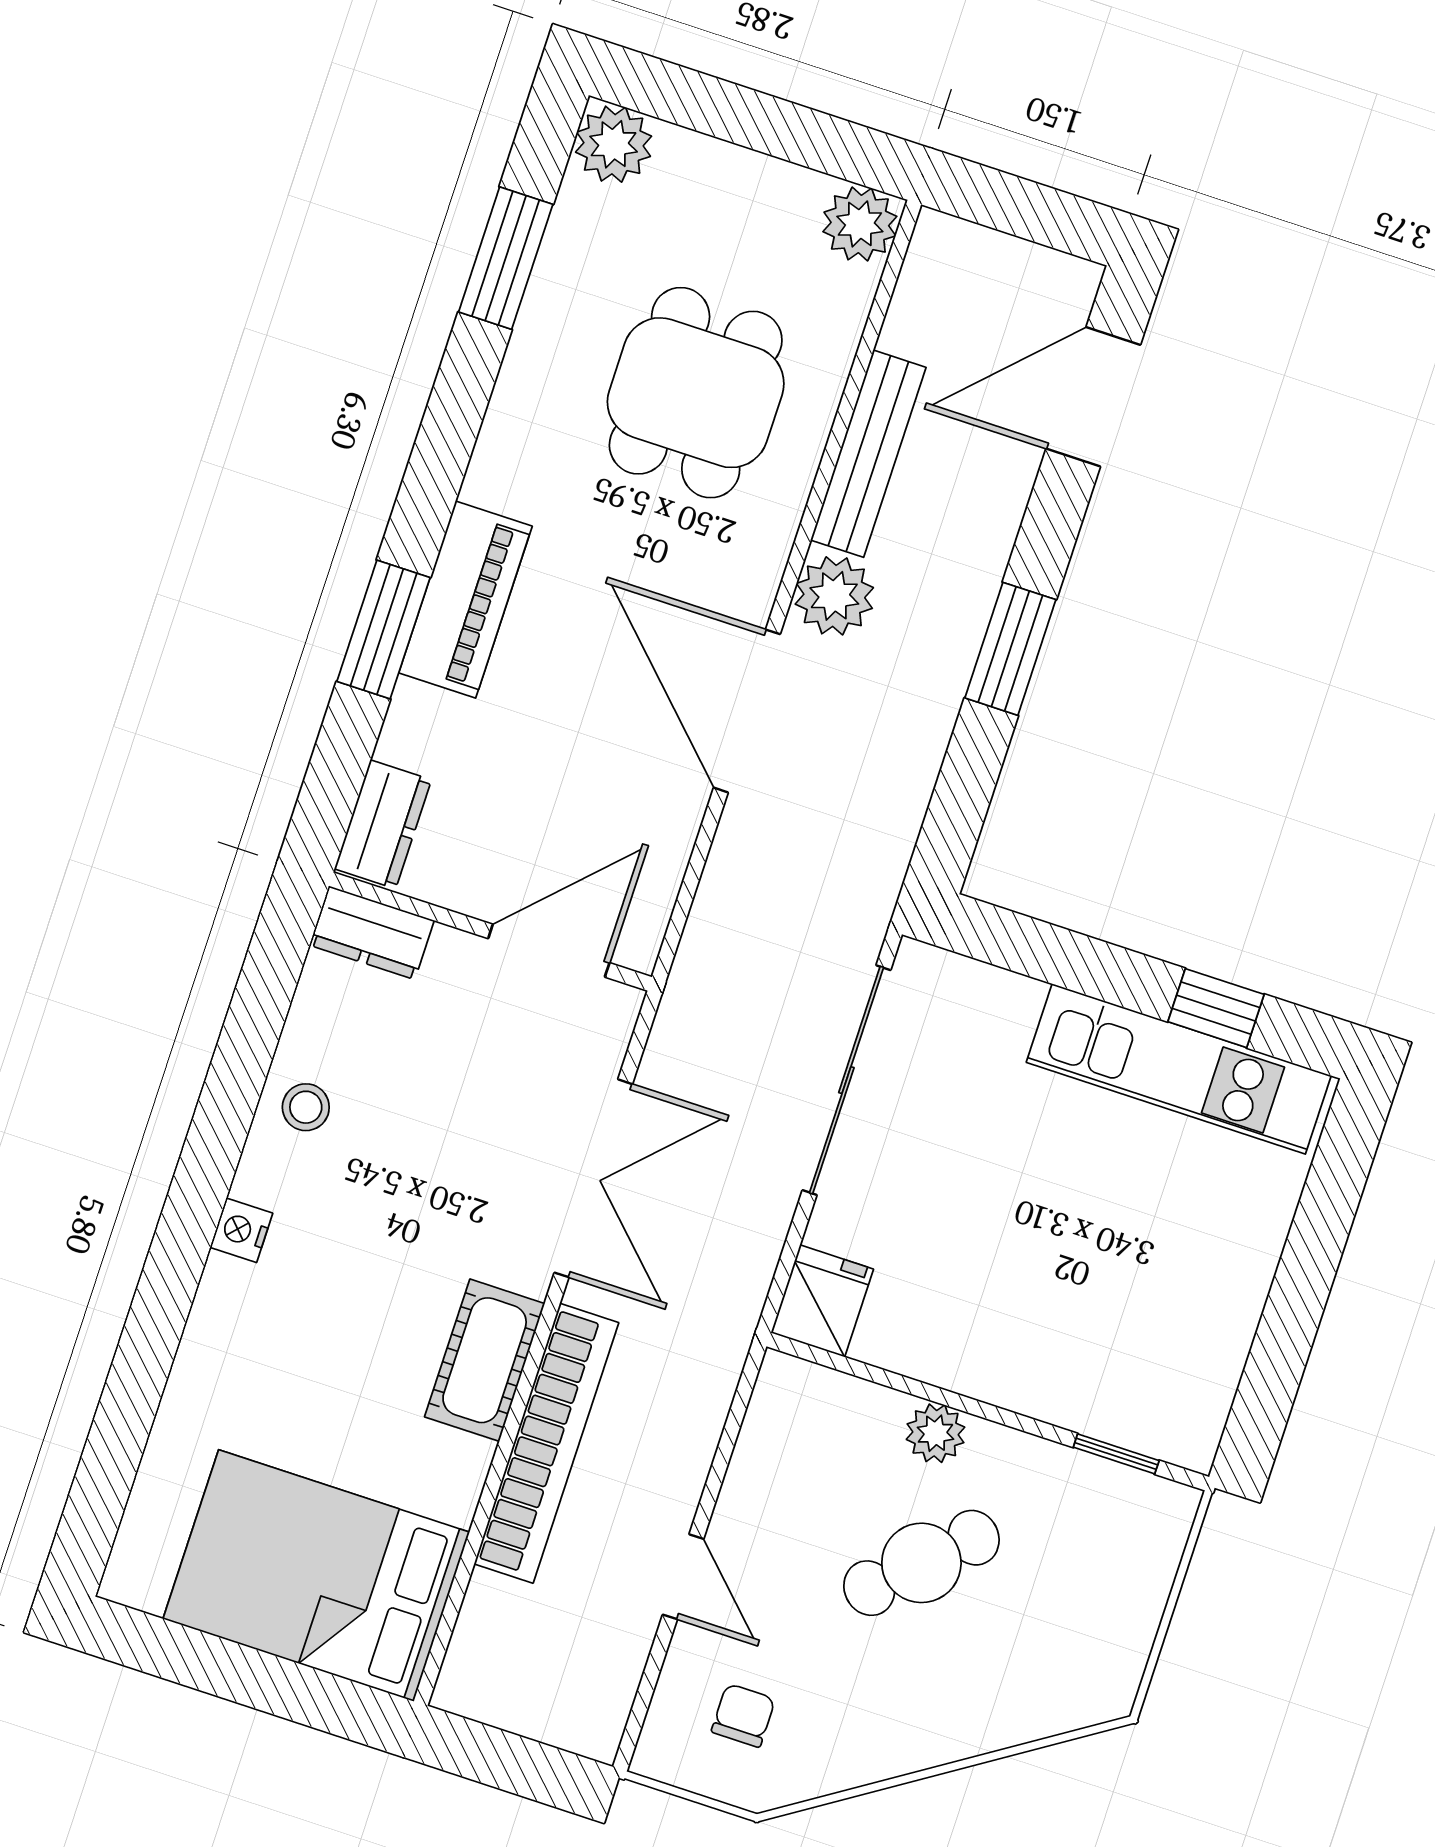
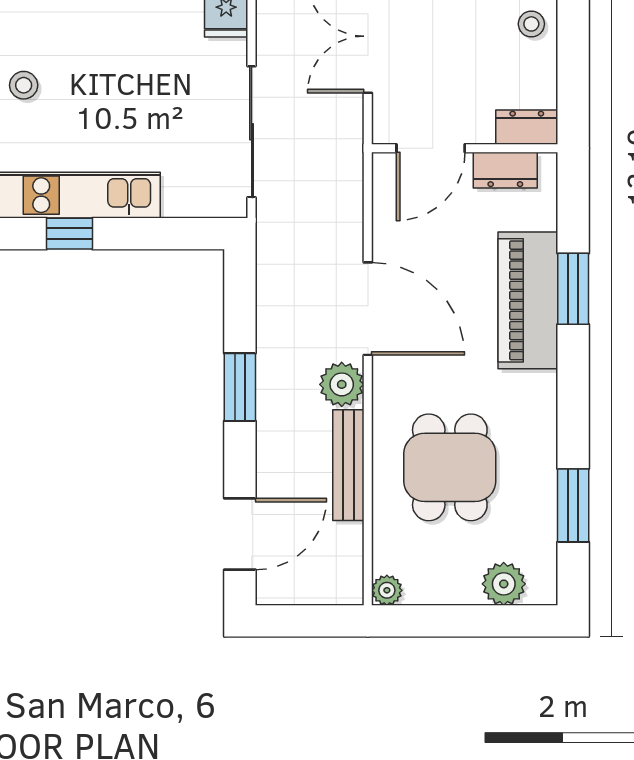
plant: (614, 144) -> (504, 584), moved
plant: (860, 224) -> (387, 590), width x0.73, depth x0.73
piano: (465, 599) -> (528, 300), width x1.37, depth x1.33
dresser: (383, 824) -> (505, 170), moved, turned -90
stool: (1211, 1288) -> (24, 85), added

